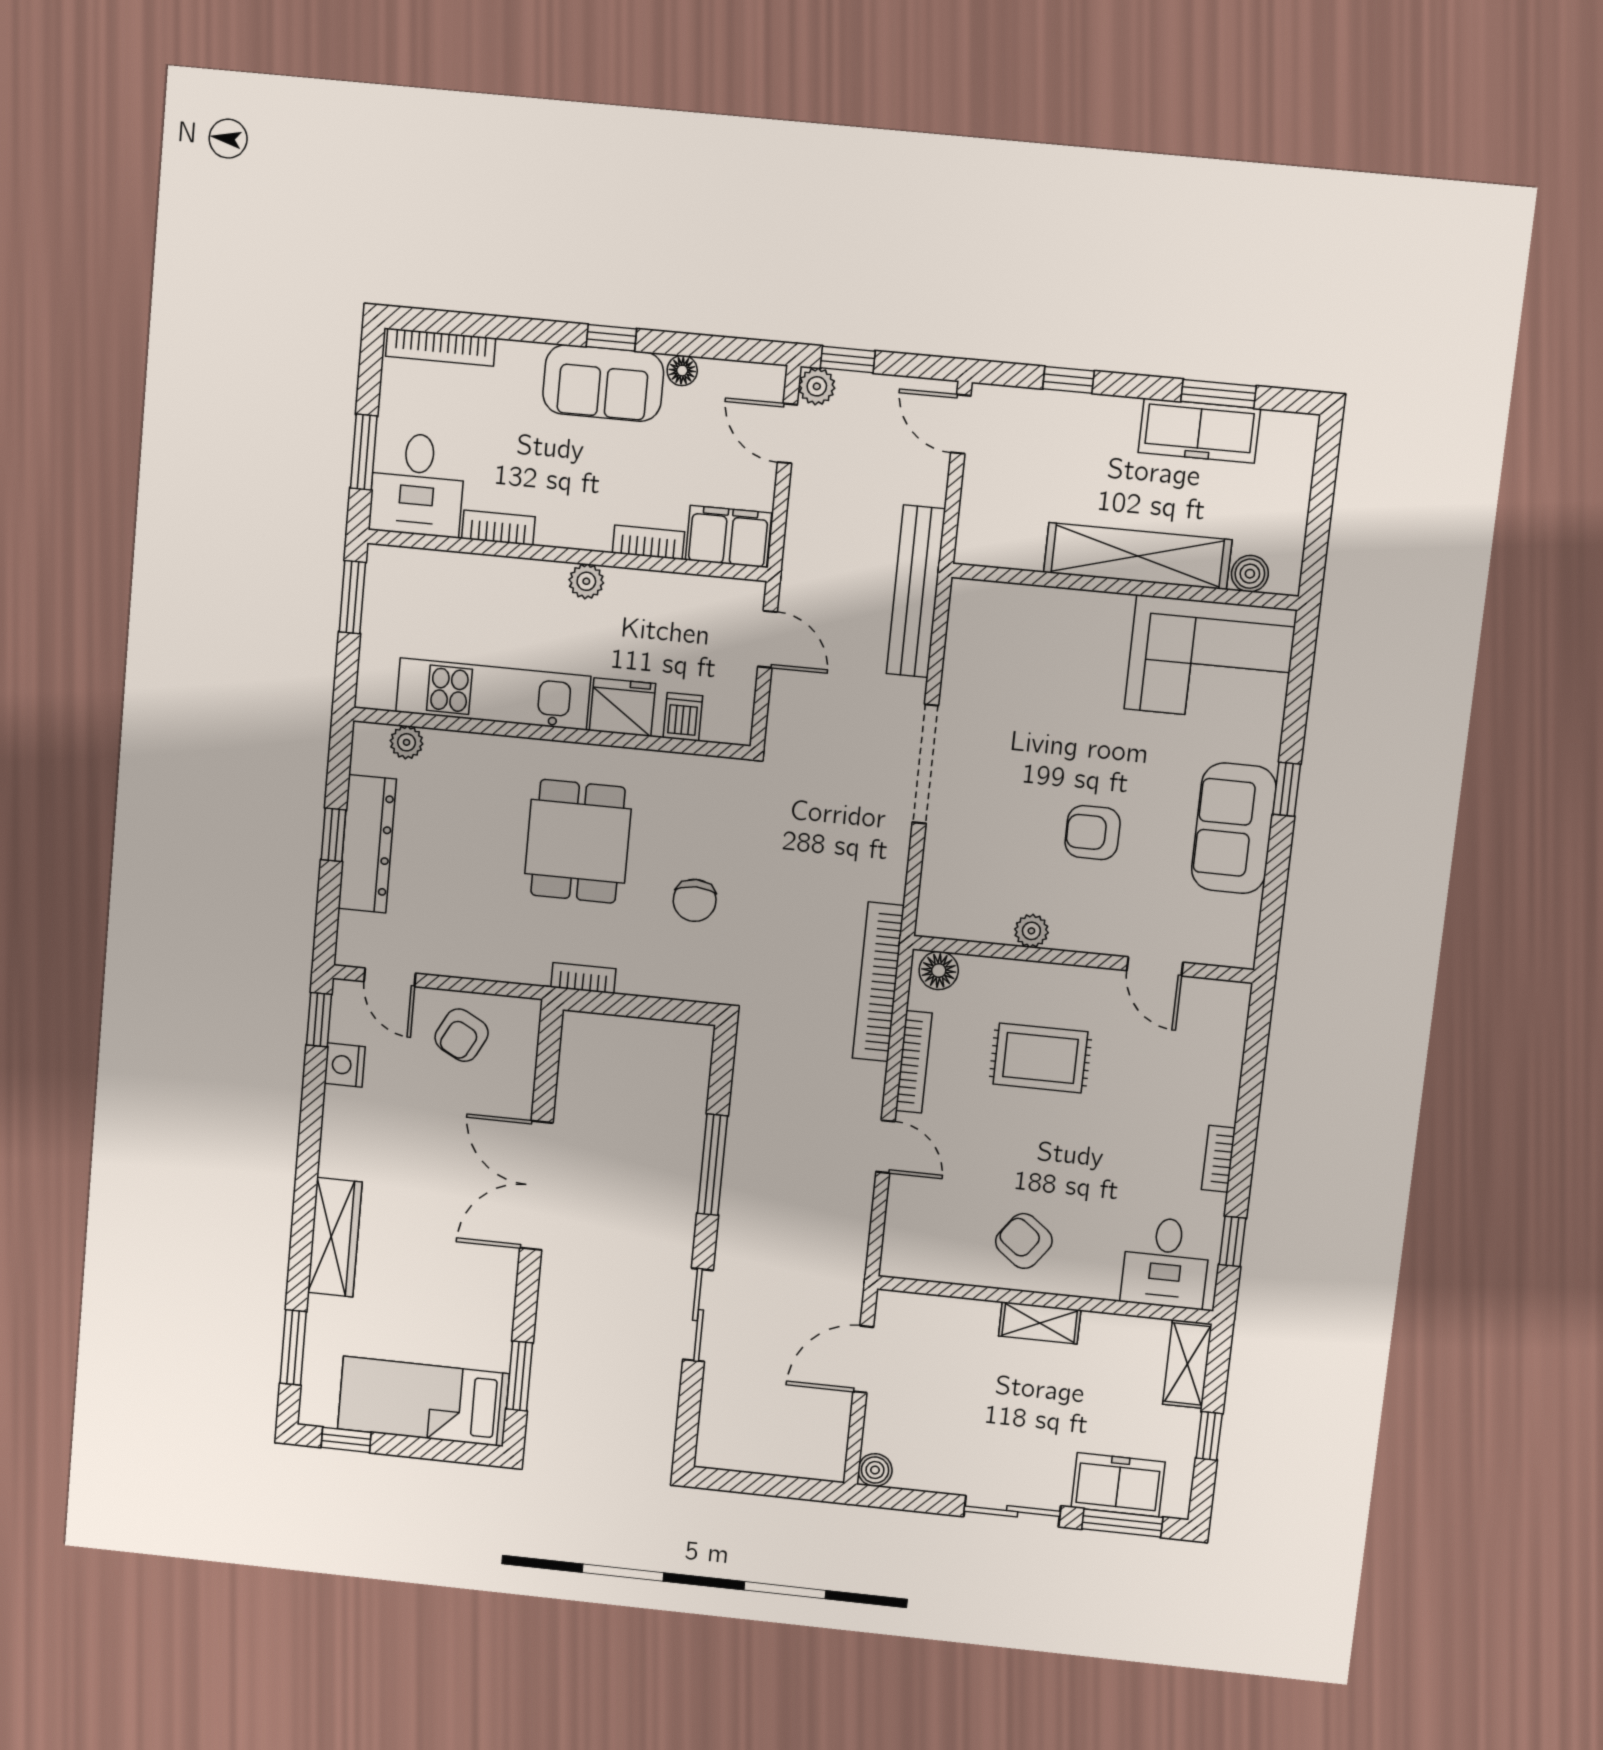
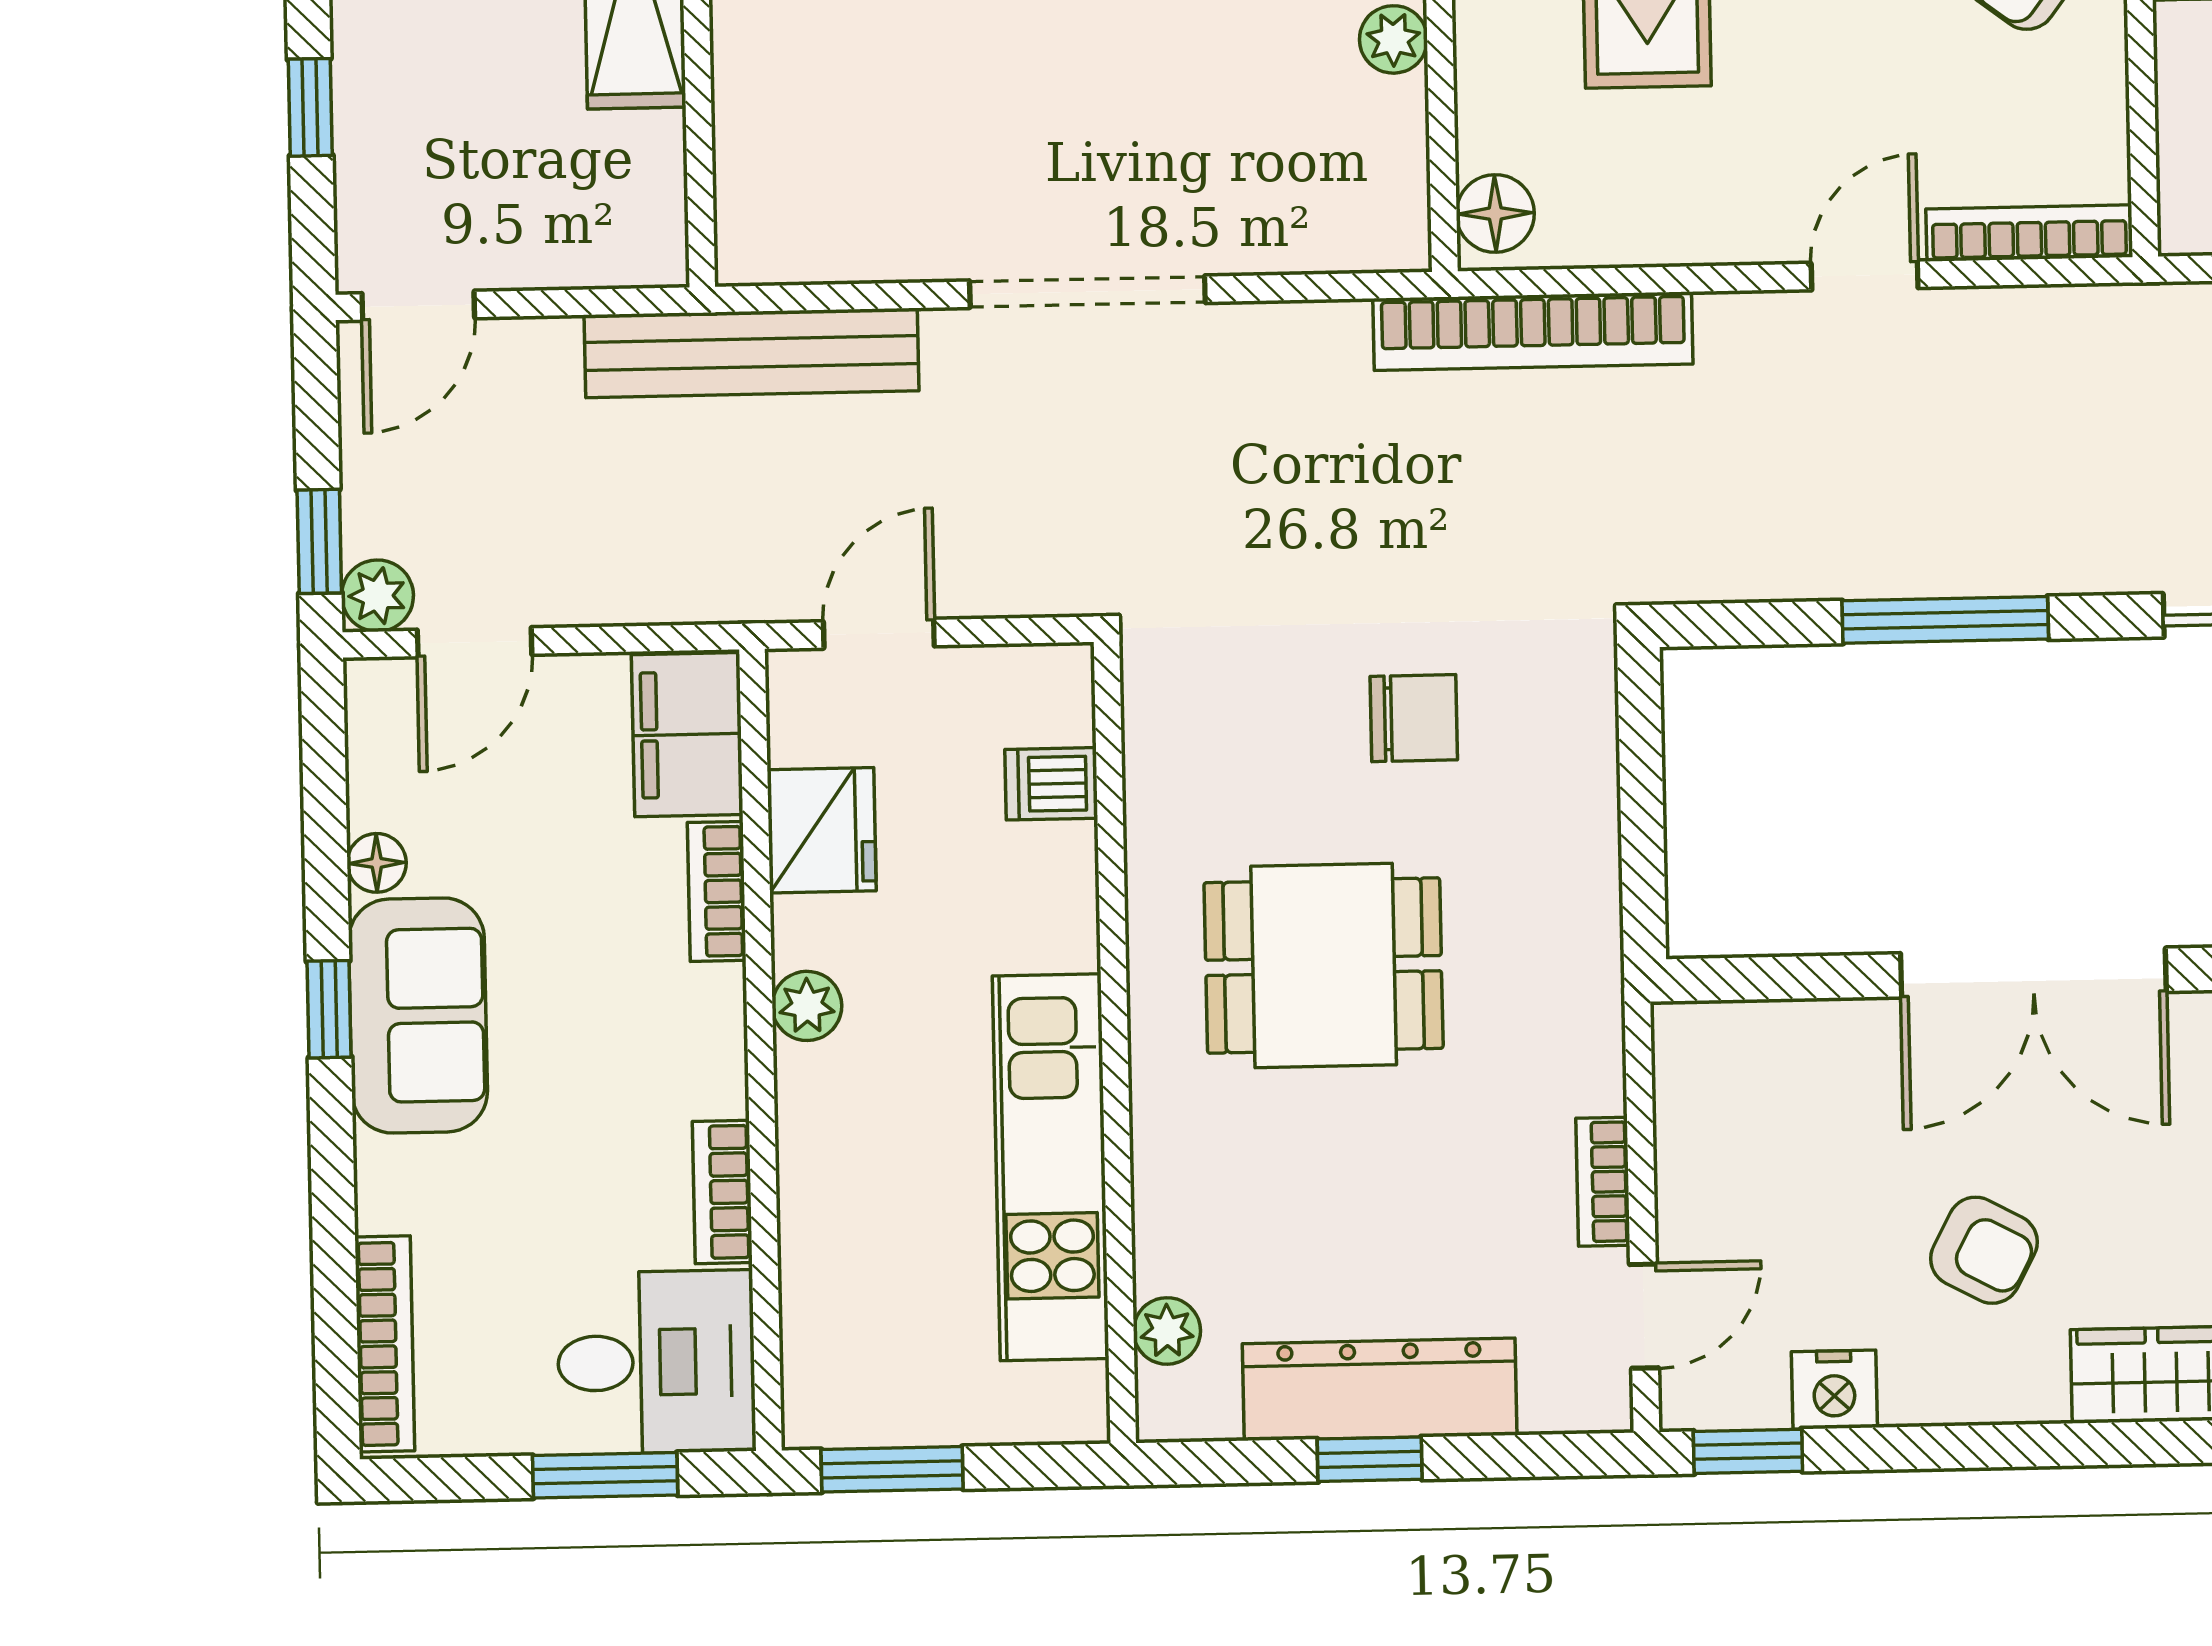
fridge: (622, 707) -> (822, 830), moved, turned 180
bookcase: (583, 978) -> (1603, 1182), moved
armchair: (462, 1035) -> (1984, 1250), moved
bookcase: (914, 1062) -> (2029, 233), moved

